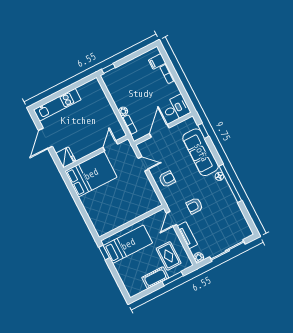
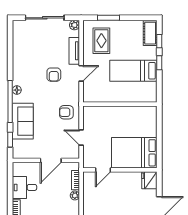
desk: (176, 108) -> (24, 187), moved
sofa: (201, 152) -> (23, 121), width x0.73
window: (230, 183) -> (10, 101), moved
armchair: (194, 206) -> (54, 75), turned 90
wall: (131, 223) -> (120, 104), moved
window: (104, 253) -> (159, 63), moved
cot: (155, 278) -> (150, 33), moved, turned 90
window: (119, 281) -> (159, 41), added

